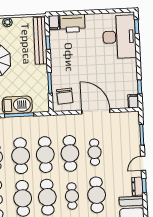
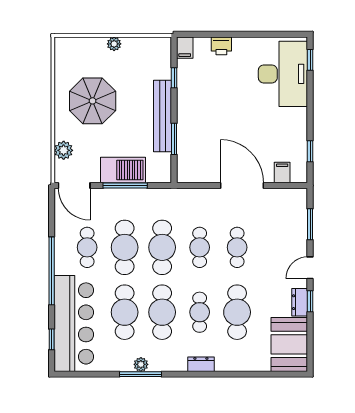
printer: (72, 23) -> (221, 46), width x0.53, depth x0.68
bench: (40, 41) -> (163, 116), moved
chair: (65, 96) -> (196, 160), removed
filing cabinet: (133, 101) -> (282, 173), moved
cafe table: (70, 153) -> (200, 247), width x0.73, depth x0.74

